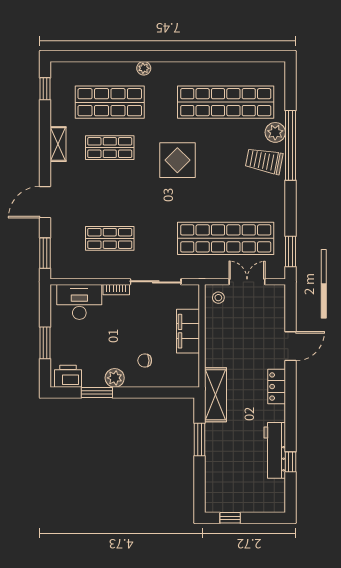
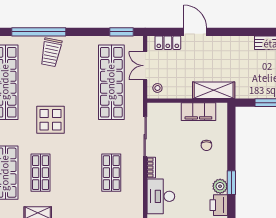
plant: (275, 132) -> (29, 44), removed
filing cabinet: (188, 331) -> (198, 112), moved
plant: (115, 378) -> (220, 186), moved
locker: (277, 387) -> (168, 43), moved
shelving: (215, 395) -> (214, 90), moved

